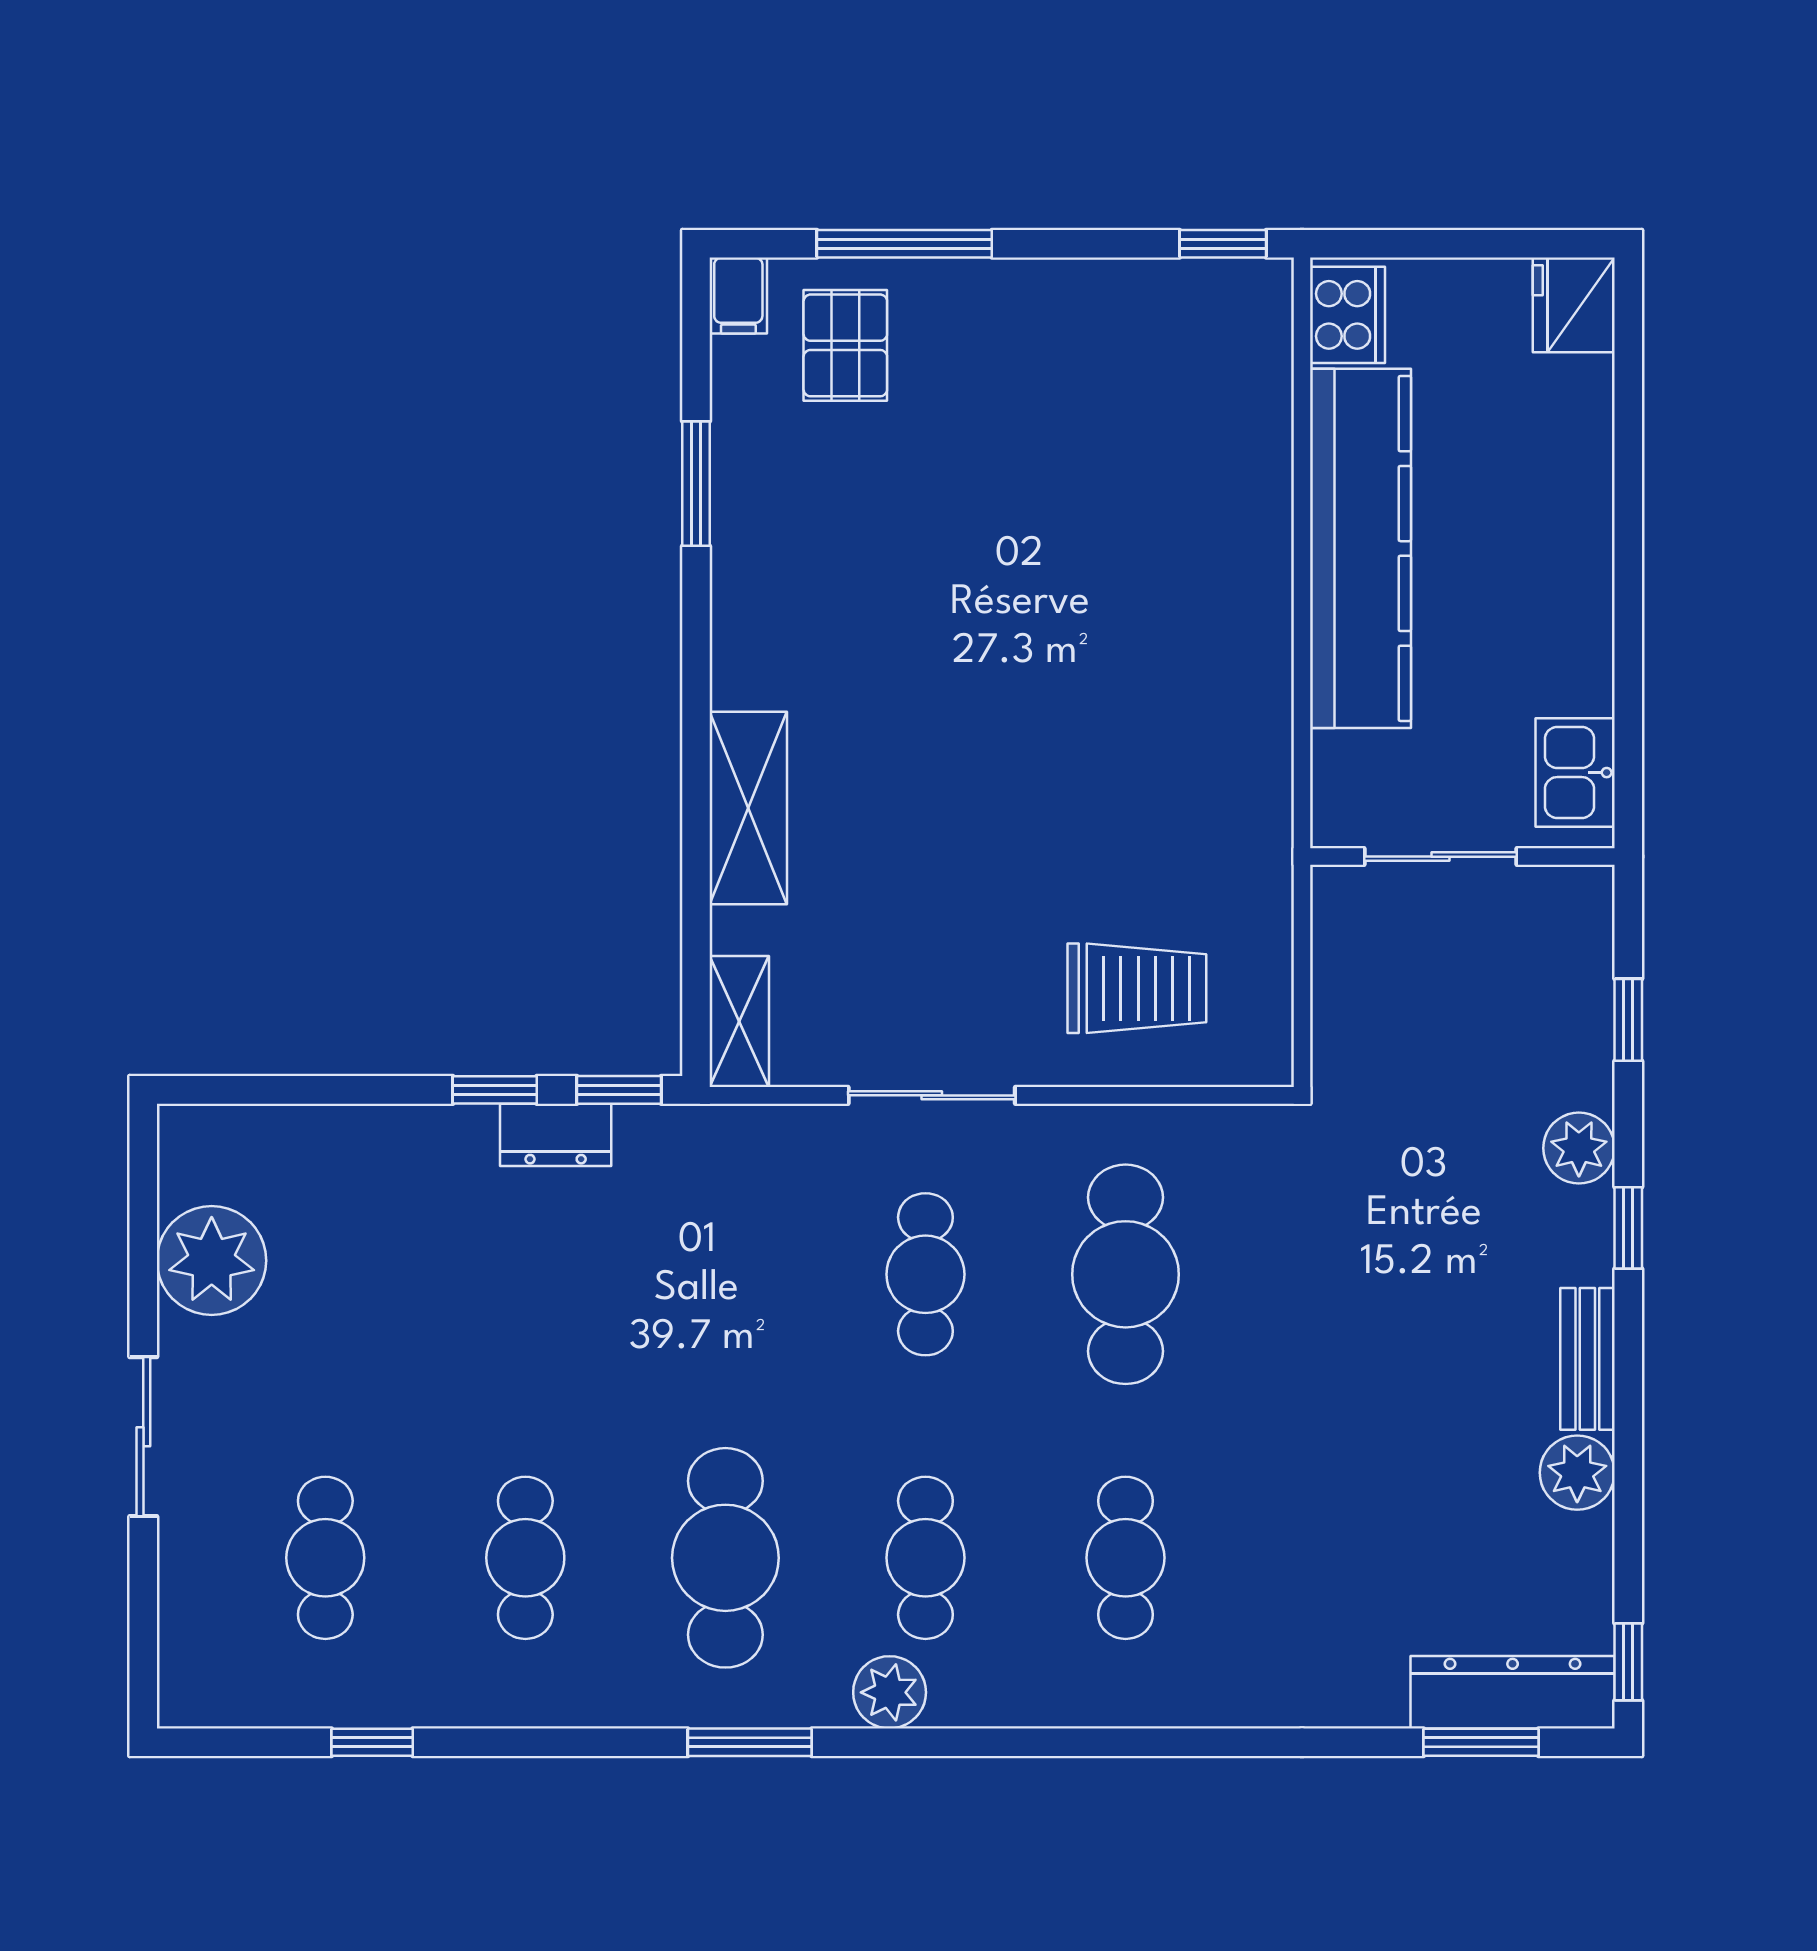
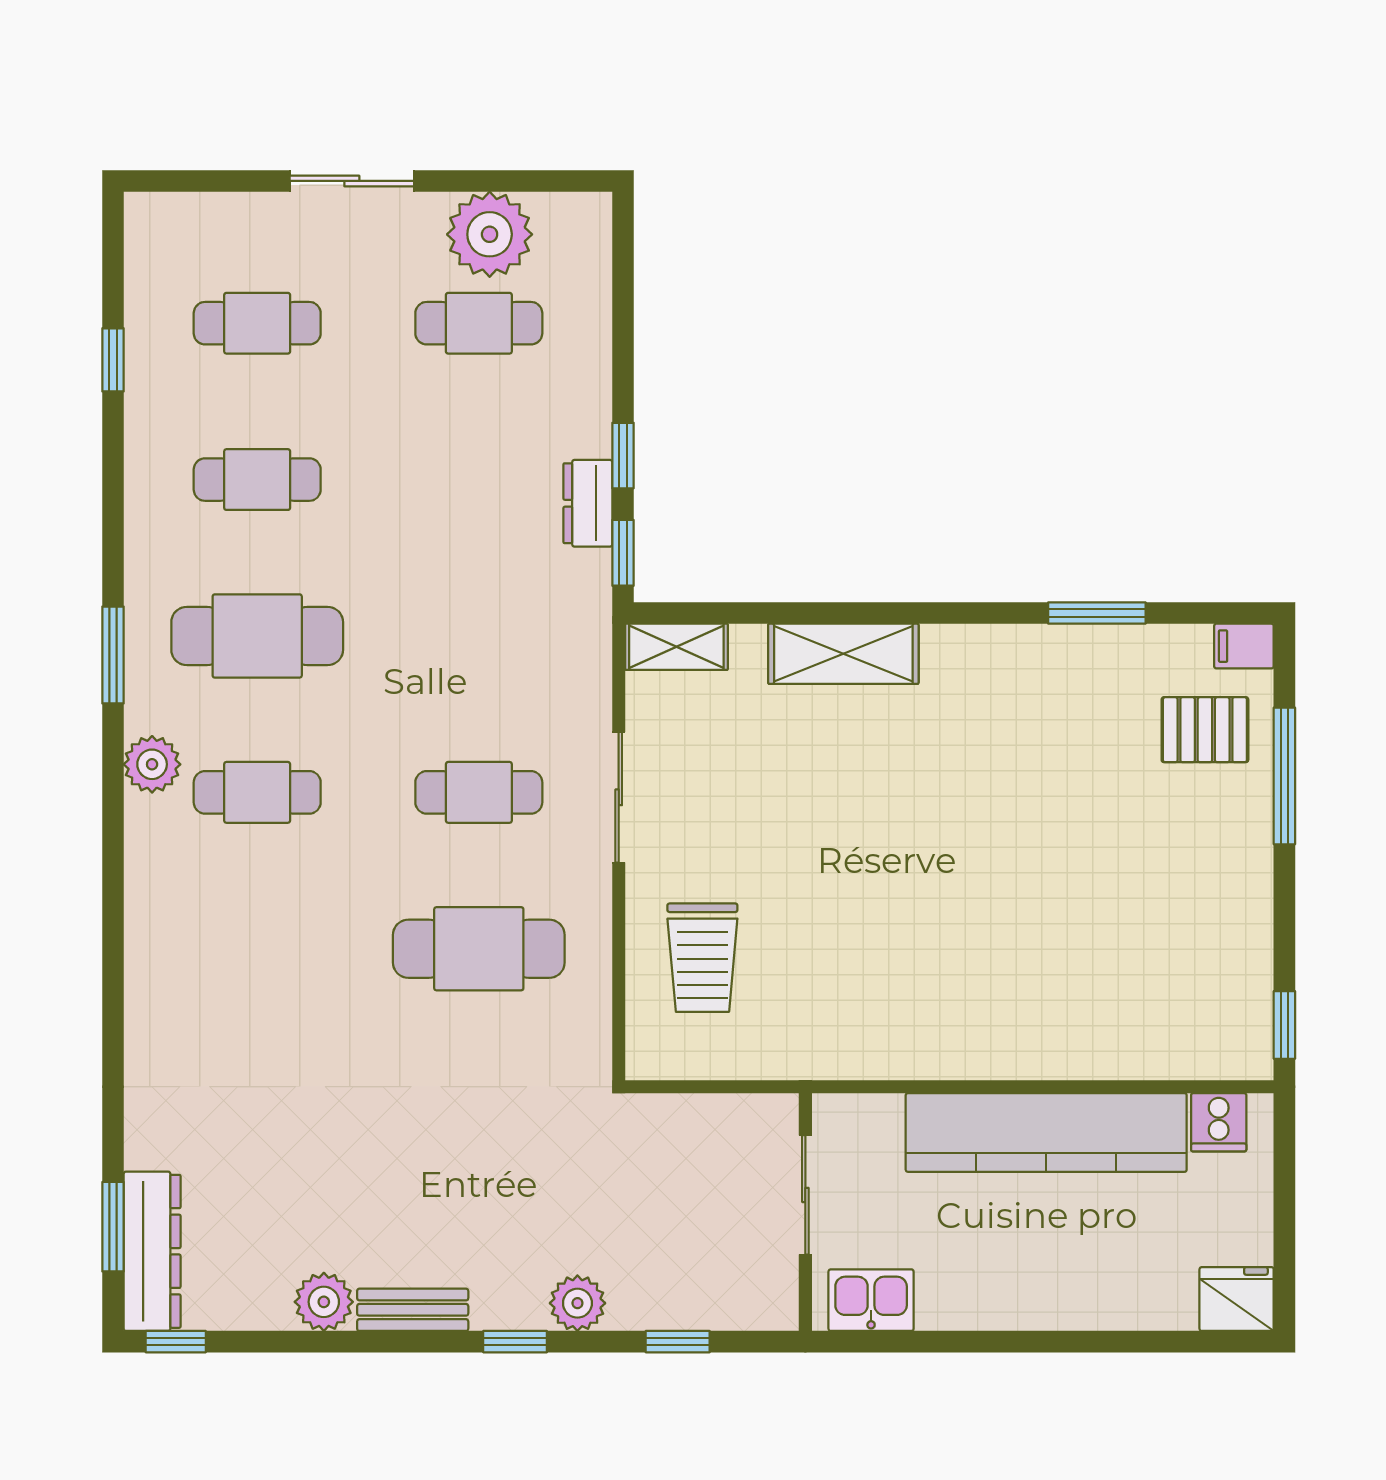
cooker: (1348, 315) -> (1219, 1122), width x0.73
cafe table: (1126, 1558) -> (479, 323), moved

